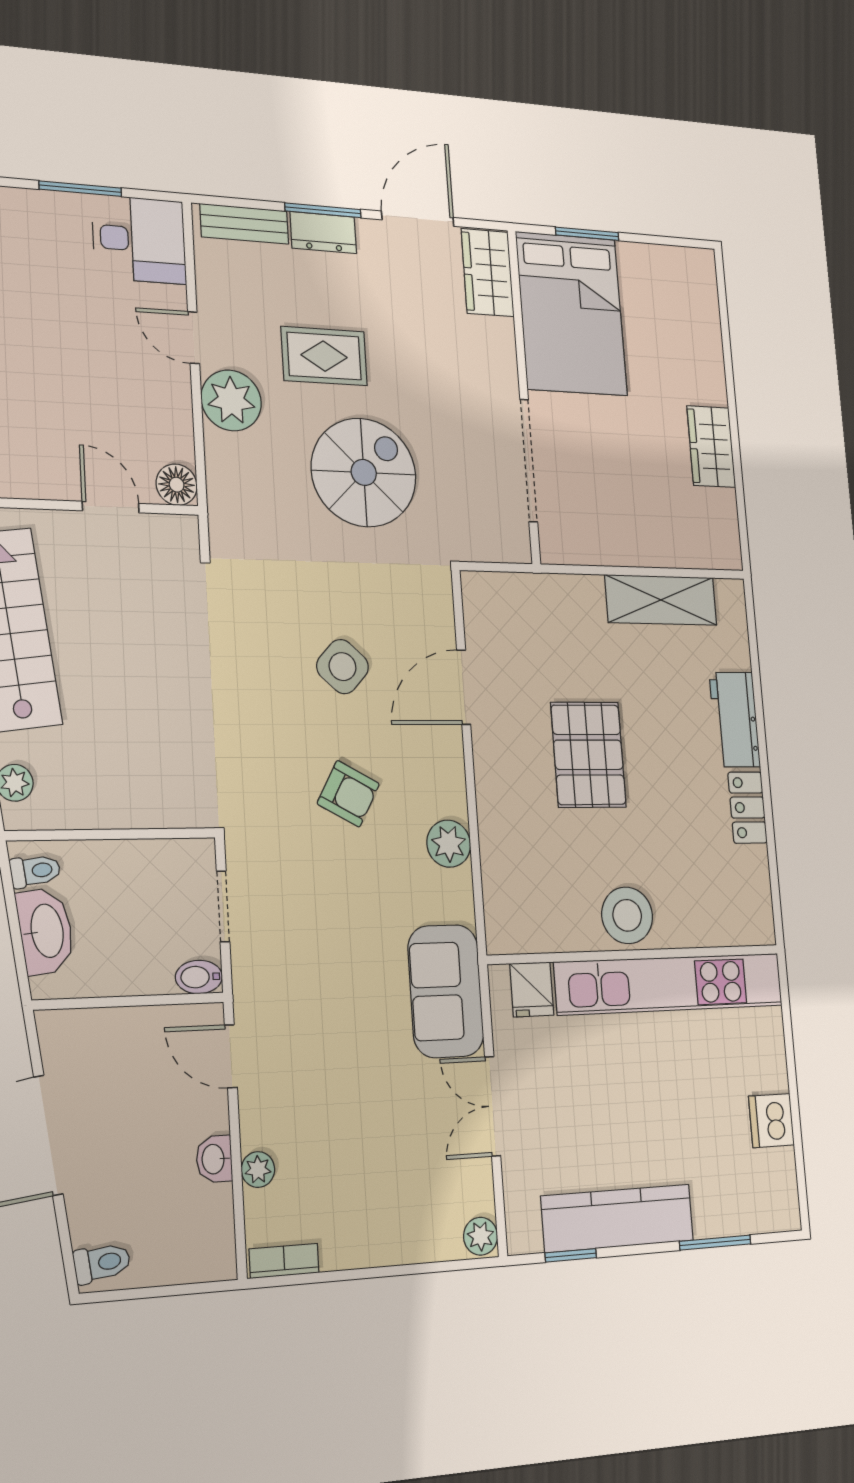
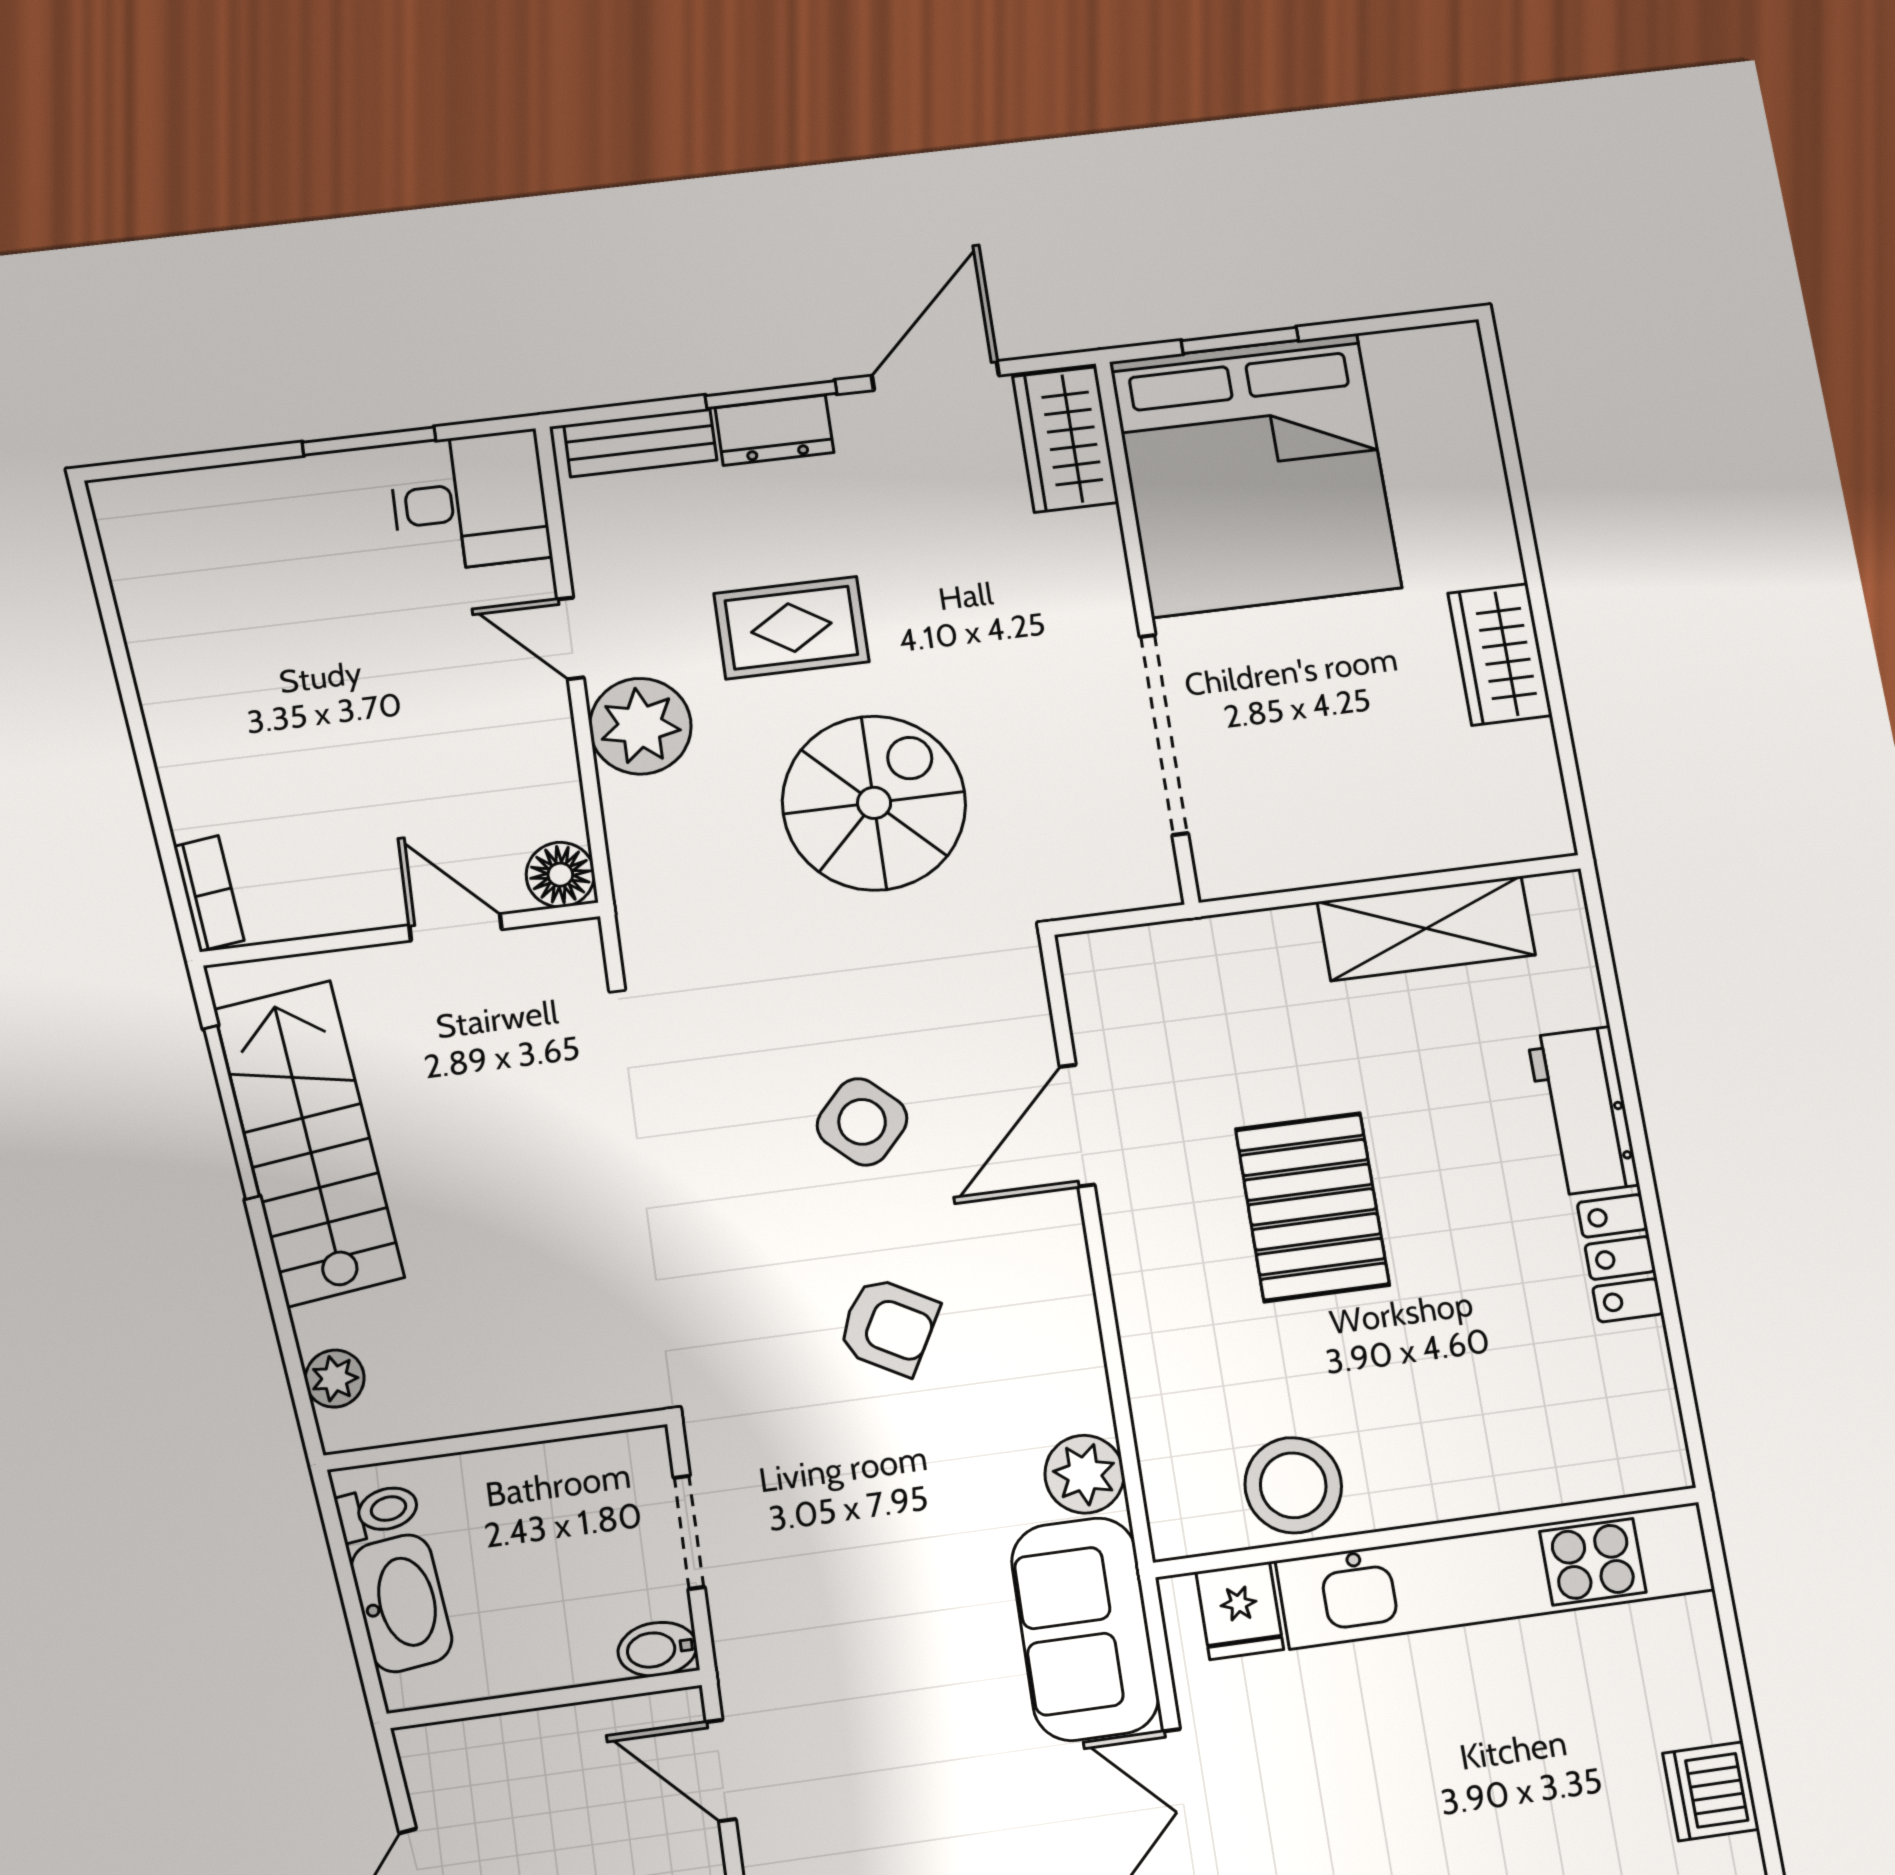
bed: (571, 314) -> (1255, 474), width x1.36
plant: (449, 844) -> (1084, 1474), moved
stool: (627, 915) -> (1293, 1485), moved

